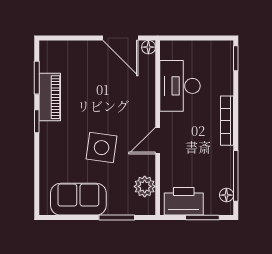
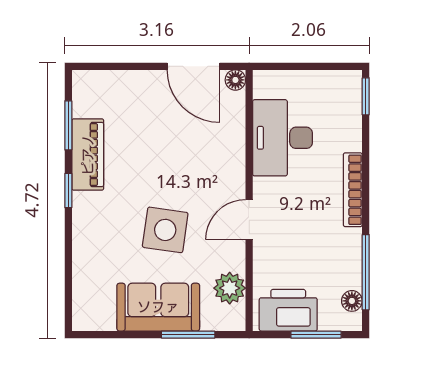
sofa: (78, 199) -> (158, 307), moved

